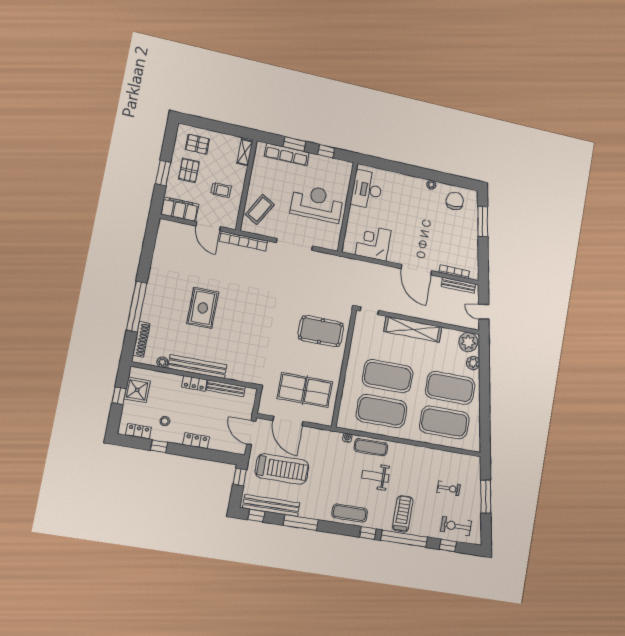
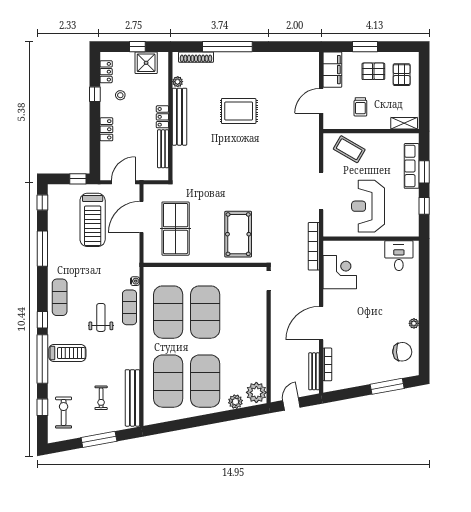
desk: (367, 190) -> (399, 256), width x0.73
reception desk: (317, 203) -> (368, 206), turned 180
bookcase: (244, 241) -> (314, 246), moved
shelving: (413, 329) -> (258, 330), removed
bench: (271, 505) -> (132, 398), moved

